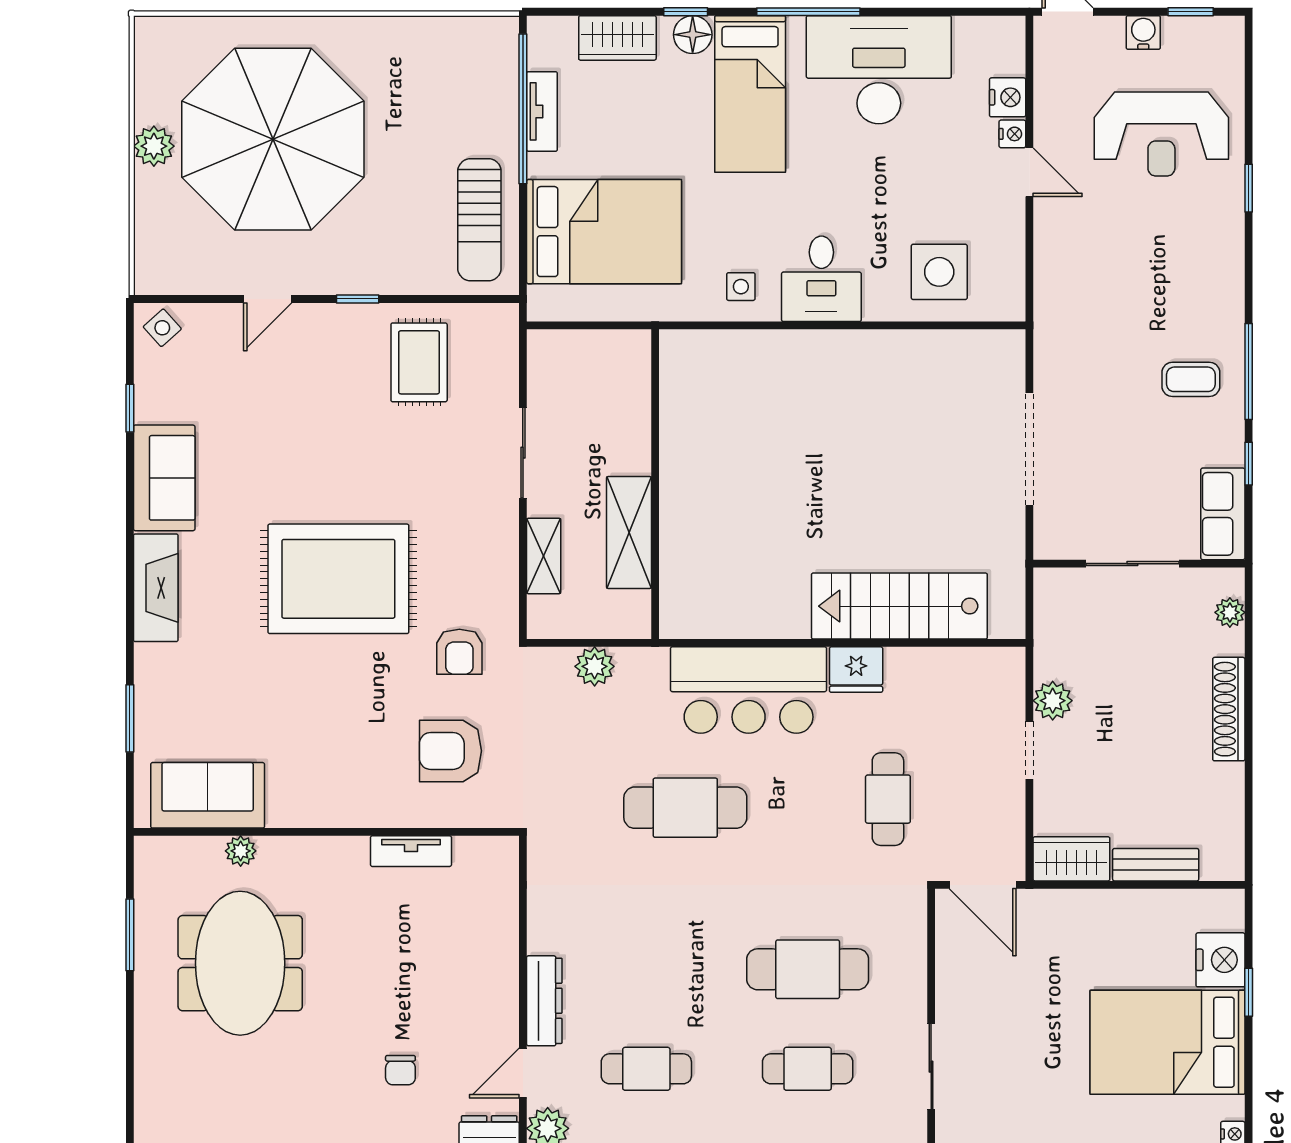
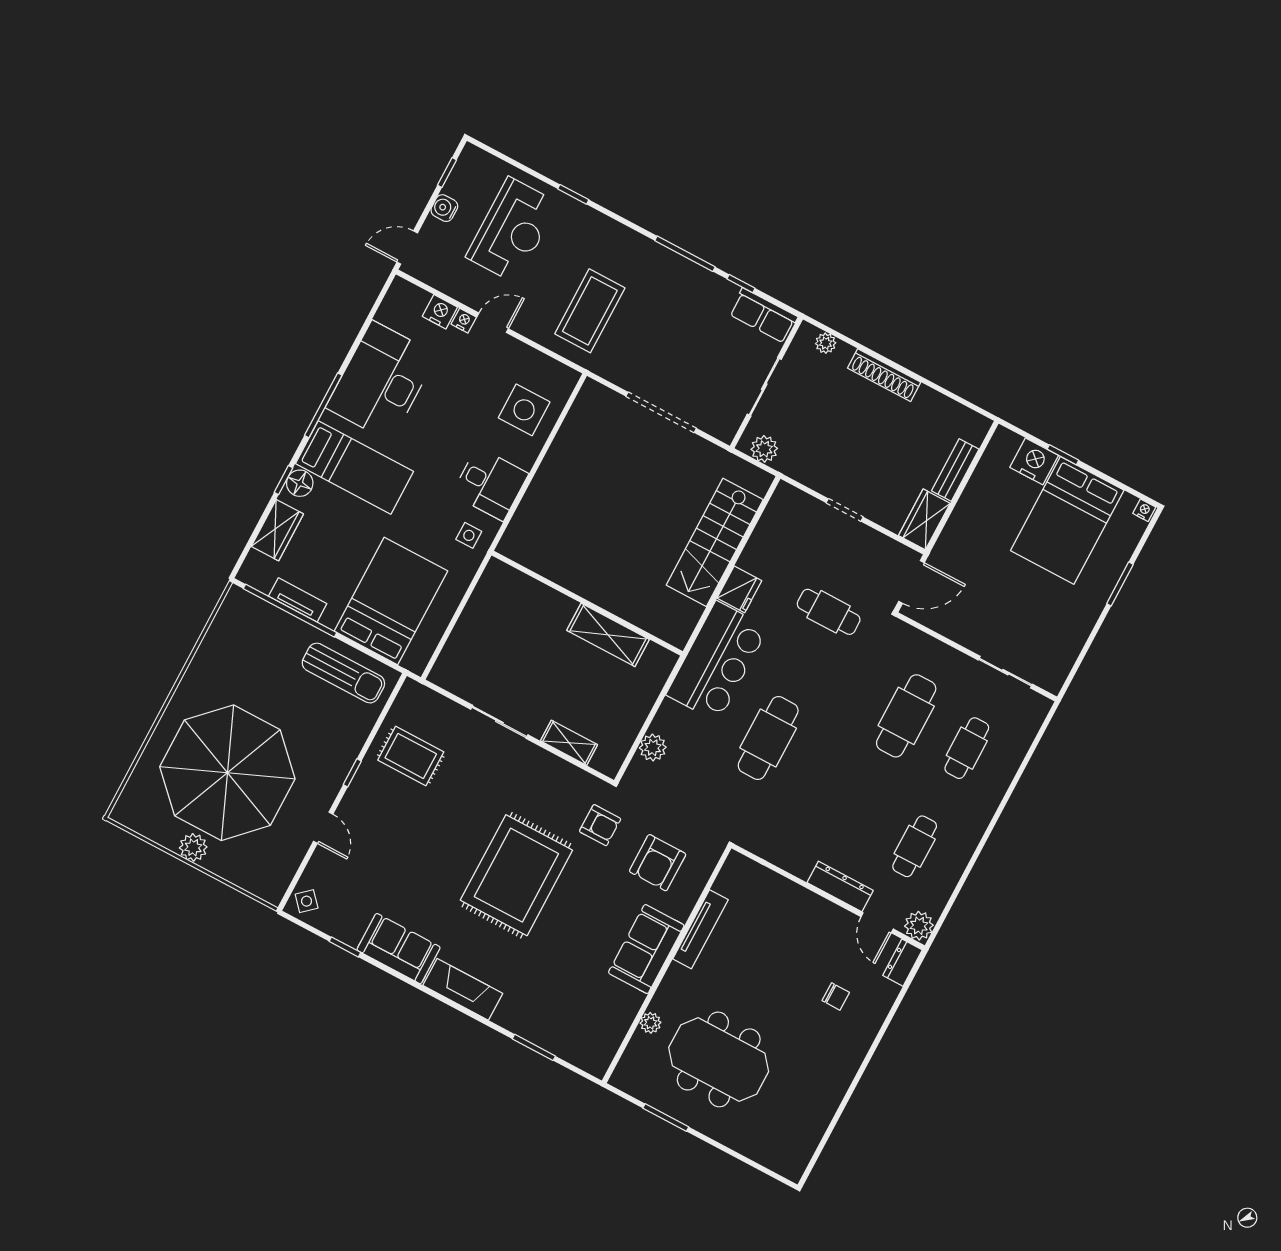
coffee table: (1191, 379) -> (590, 311), moved, width x1.86, depth x1.72
wall: (655, 484) -> (587, 603), moved
shelving: (629, 533) -> (608, 635), moved
plant: (1053, 701) -> (764, 449), moved
sofa: (208, 795) -> (646, 949), moved
tv unit: (411, 851) -> (700, 929), width x1.41

